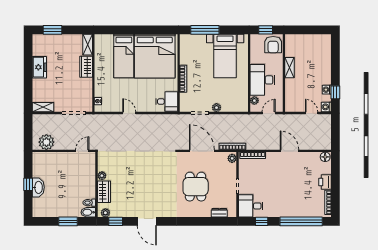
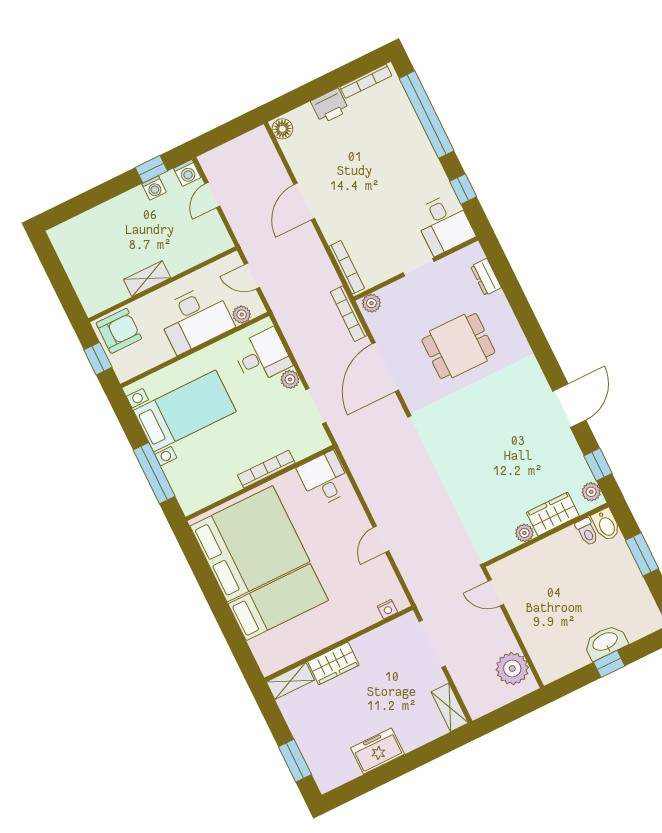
desk: (232, 101) -> (262, 356), added

